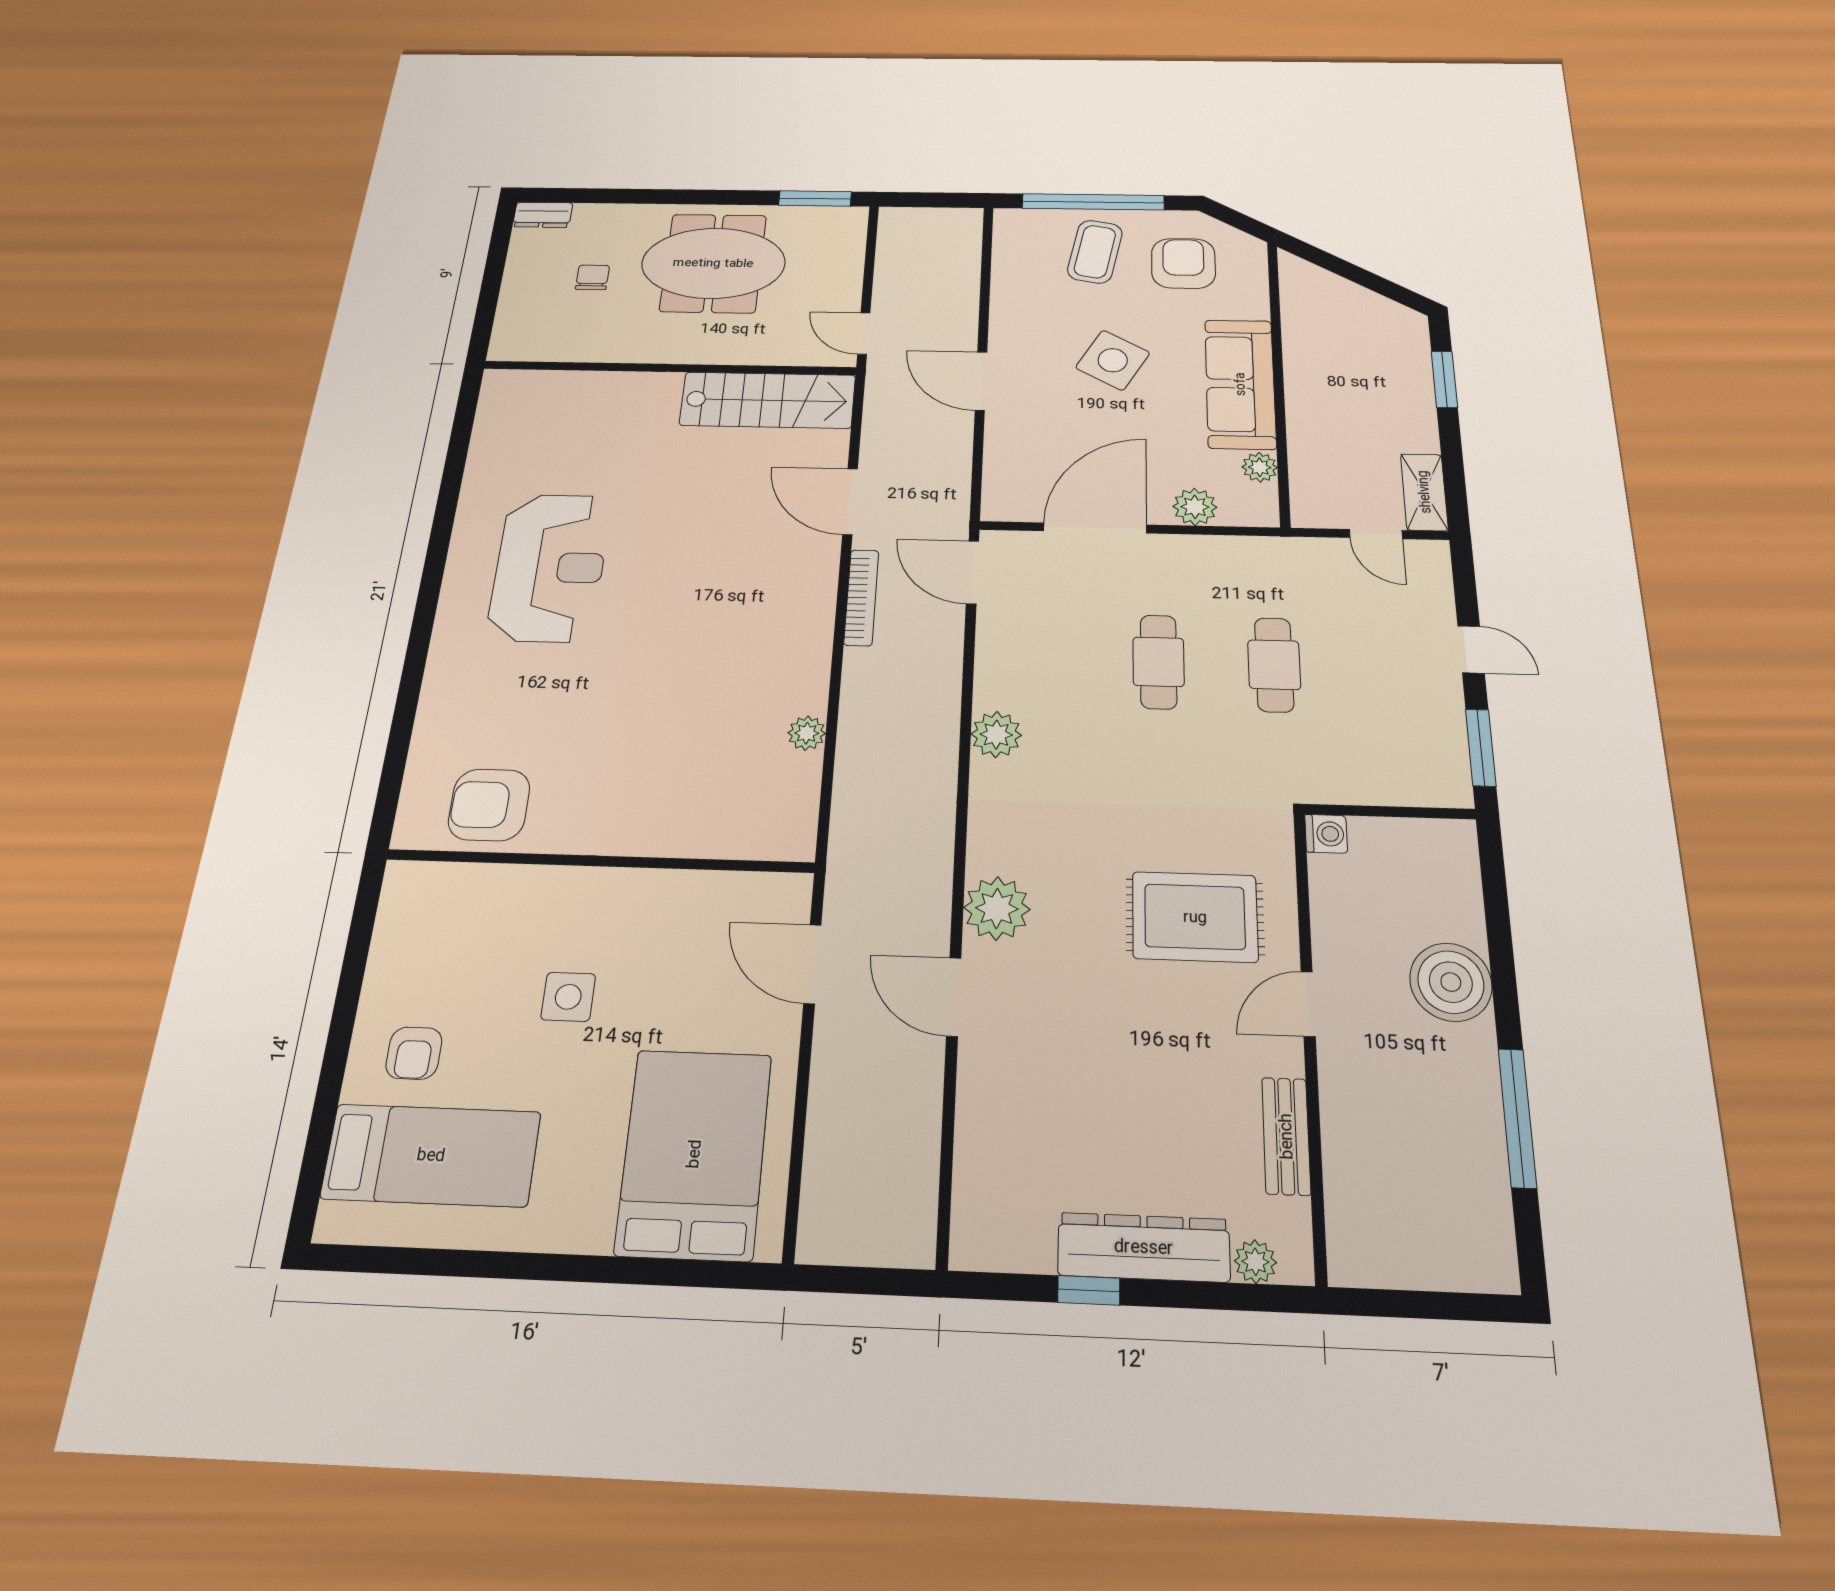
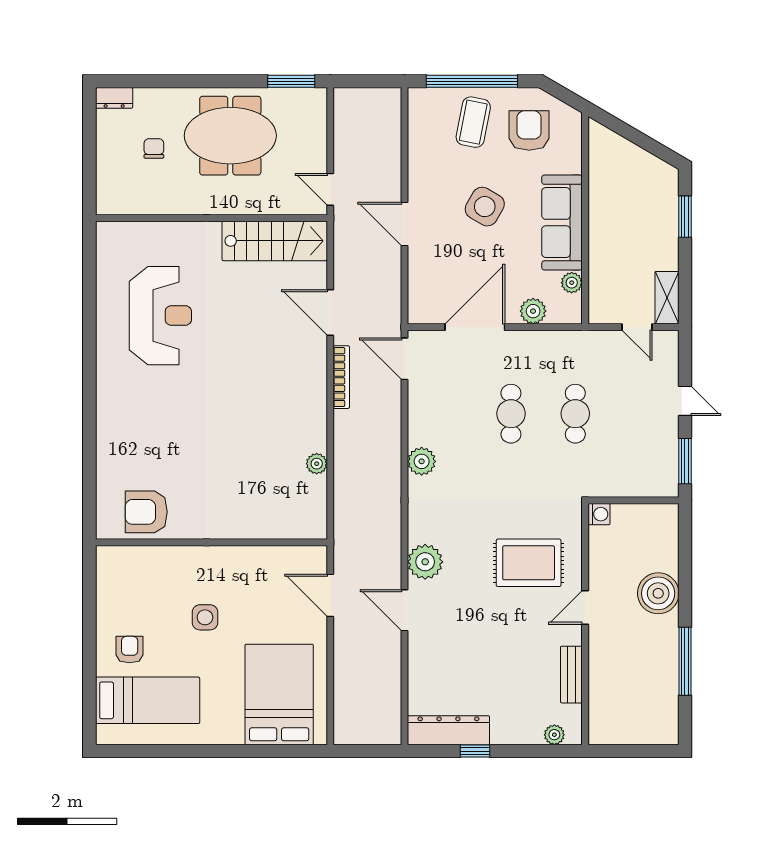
reception desk: (550, 567) -> (160, 316), moved
armchair: (414, 1053) -> (130, 650), turned 180
dresser: (1144, 1247) -> (448, 730), moved

